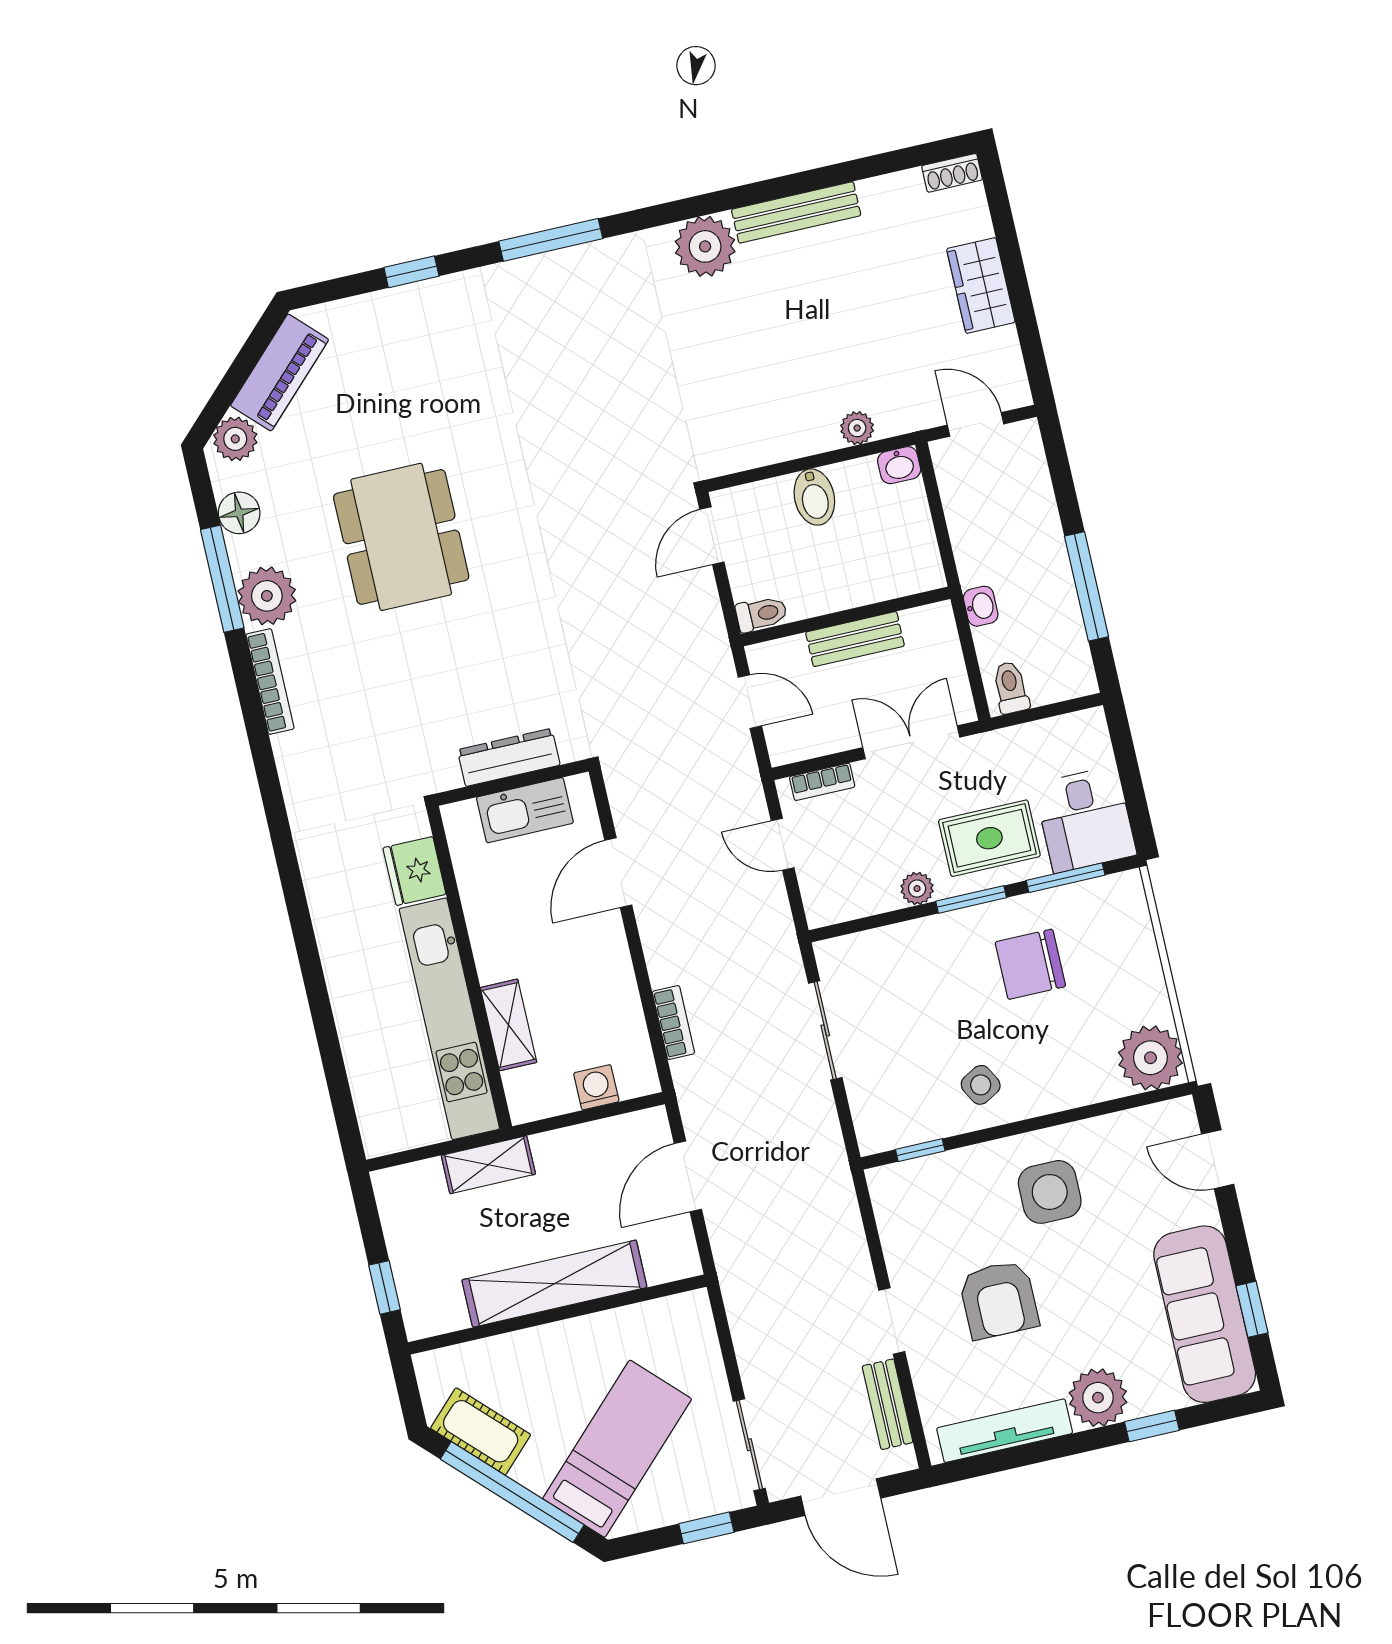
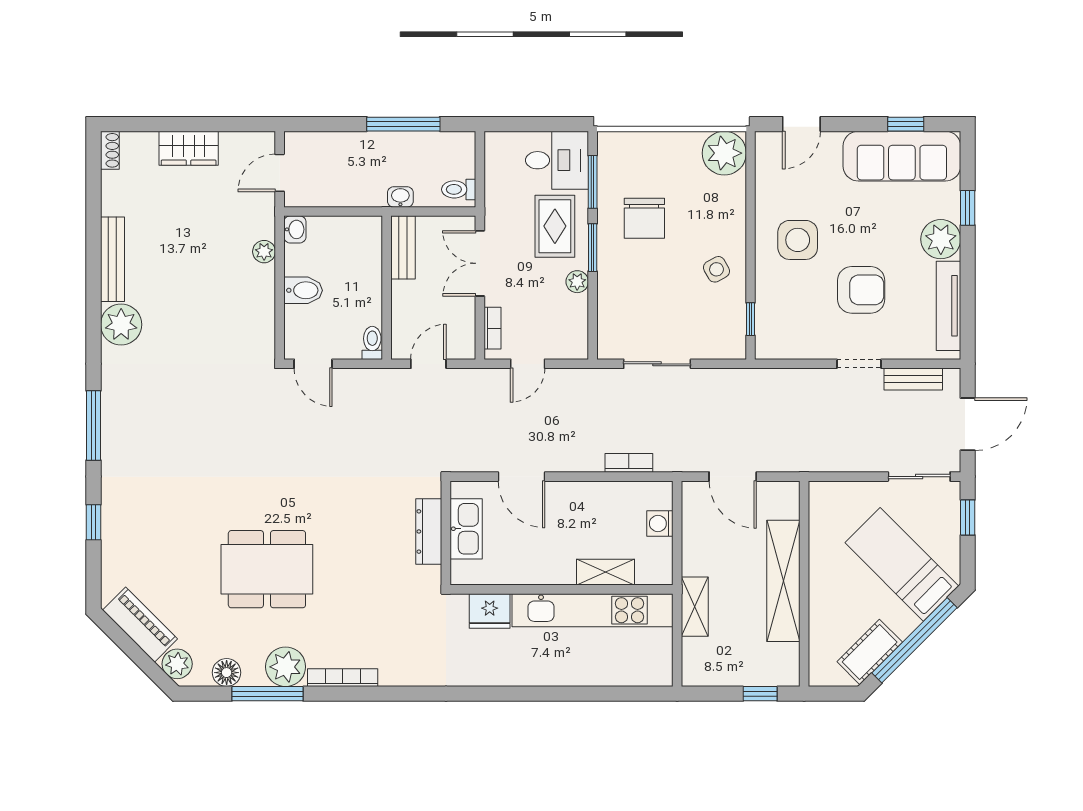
bench: (855, 639) -> (403, 247), moved

